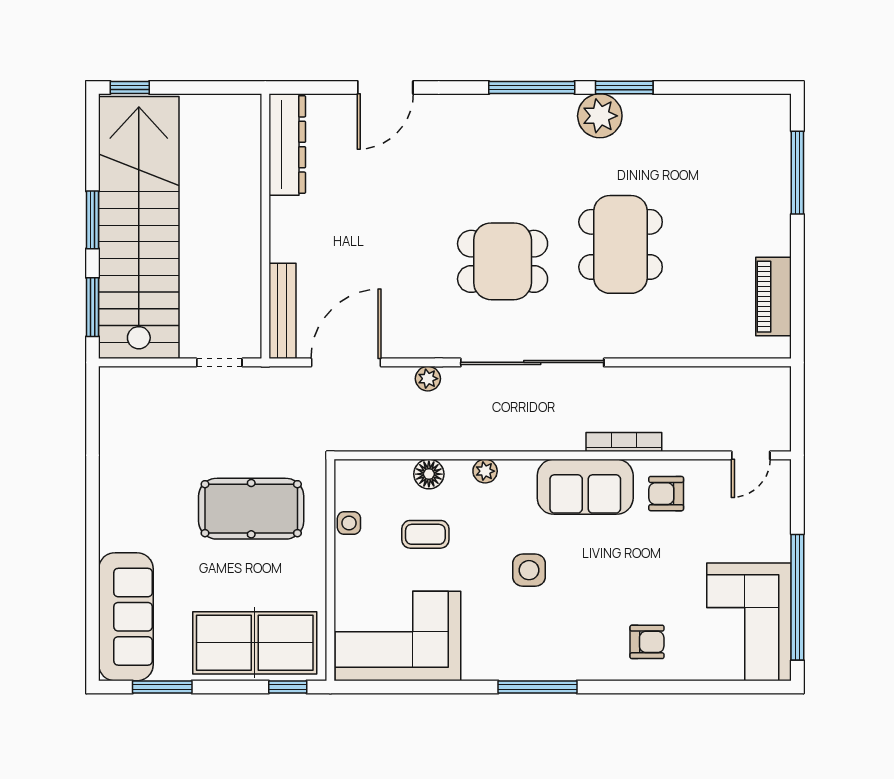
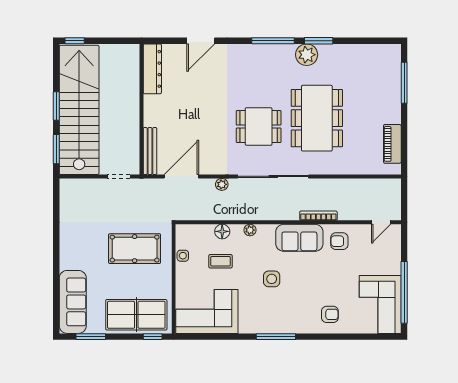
dining table: (621, 244) -> (317, 118), width x1.36, depth x1.24

